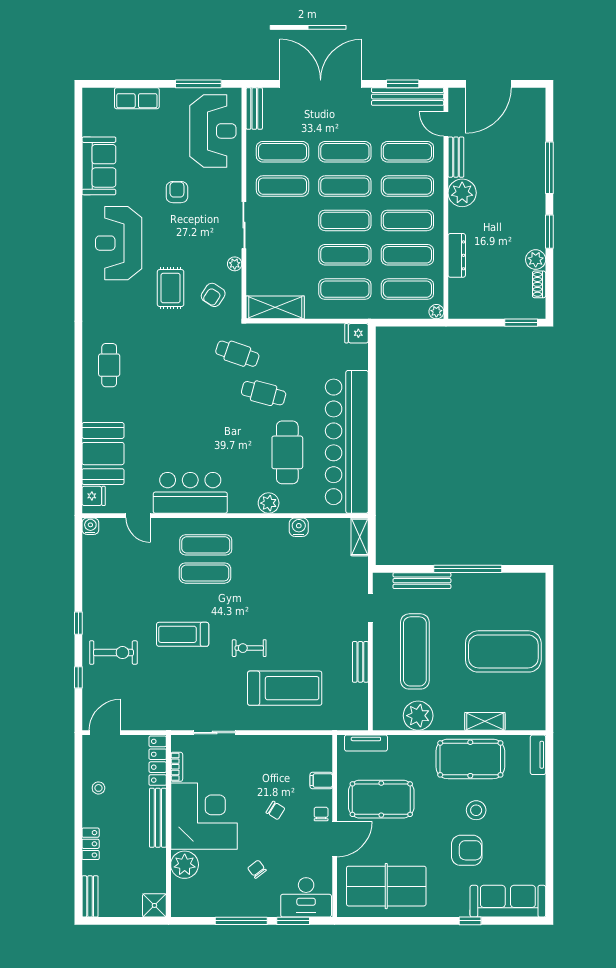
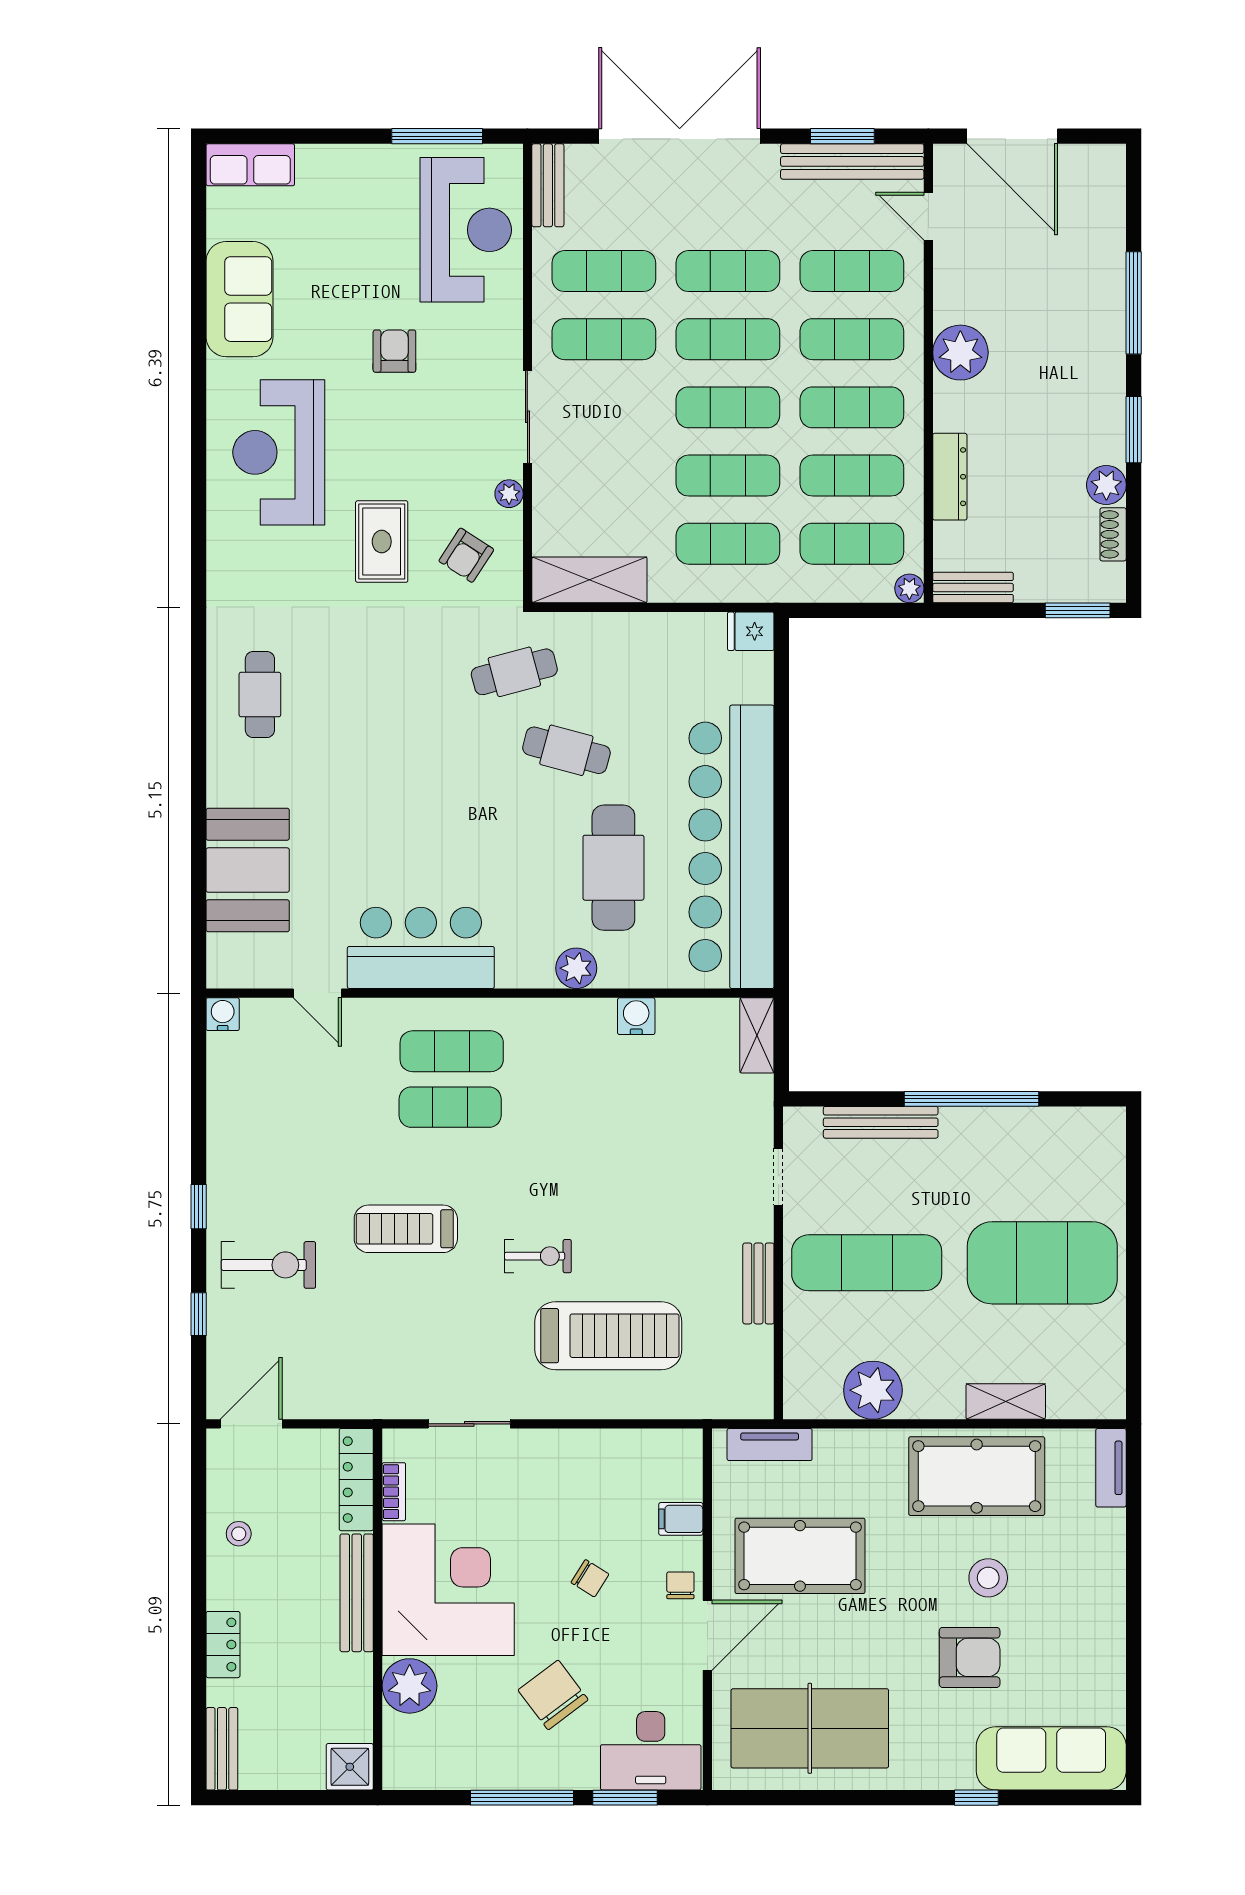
door: (488, 84) -> (1012, 136), hinge flipped
row of seats: (137, 98) -> (250, 165), moved
bench: (456, 157) -> (973, 587), moved, turned 90
cafe table: (237, 354) -> (514, 672), turned -34
fridge: (94, 496) -> (229, 954), removed
exercise bike: (249, 648) -> (538, 1256), turned 180
exercise mat: (415, 651) -> (867, 1263), turned 90
chair: (257, 869) -> (553, 1695), width x1.87, depth x1.87

